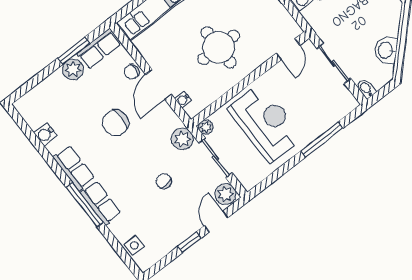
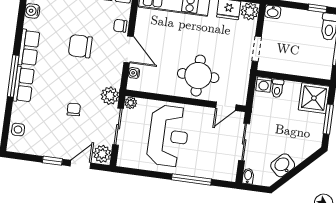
round table: (219, 47) -> (198, 76), moved
door: (159, 84) -> (129, 49), swing flipped

